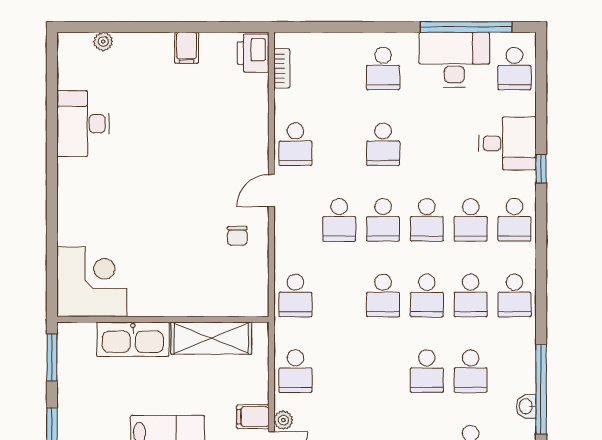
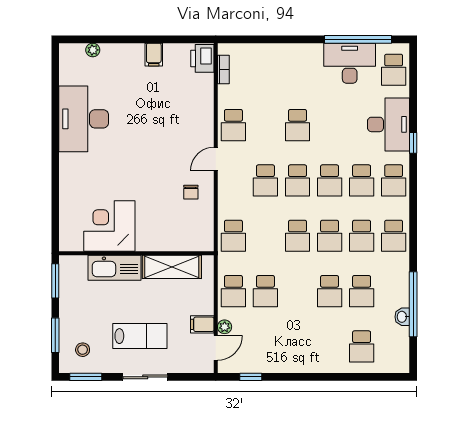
school desk: (383, 69) -> (265, 291), moved
desk: (83, 124) -> (84, 119), width x1.36, depth x1.30
desk: (507, 143) -> (388, 124), width x1.37
corner desk: (92, 281) -> (109, 226), moved, turned -90

